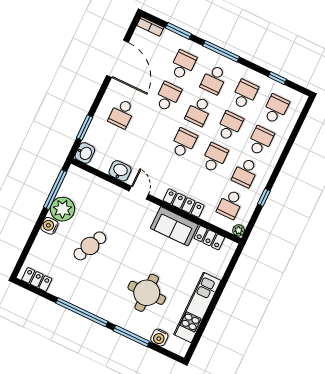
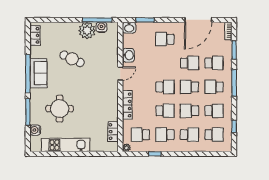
school desk: (230, 126) -> (189, 111), turned 180
water cooler: (49, 226) -> (101, 27), moved
sofa: (174, 226) -> (38, 73), moved, turned 180

